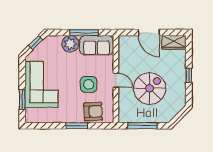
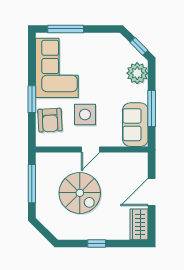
plant: (70, 44) -> (137, 73), moved
corner sofa: (42, 84) -> (57, 68), moved, turned -90
window: (22, 99) -> (66, 29), width x1.44

